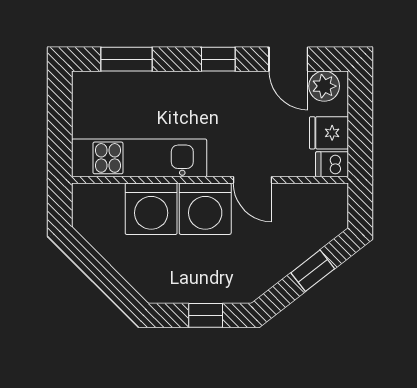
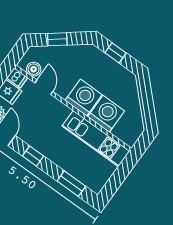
door: (253, 180) -> (44, 87), moved
boiler: (316, 197) -> (34, 69), added

